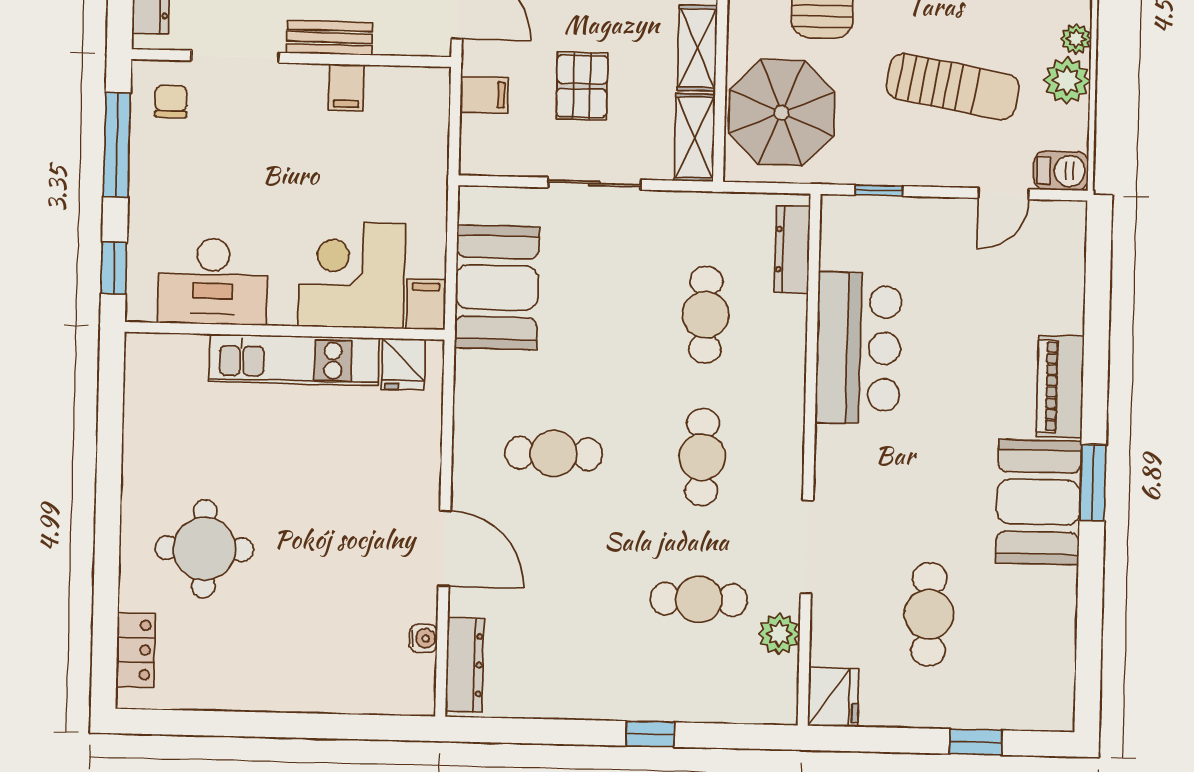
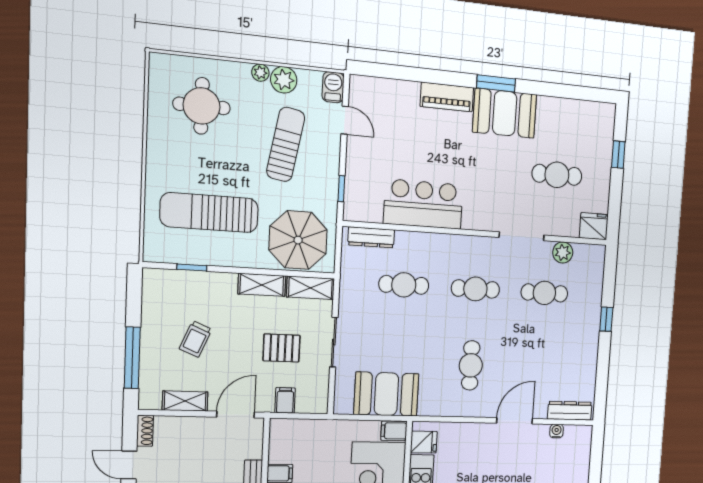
cafe table: (699, 599) -> (544, 293), turned 90

